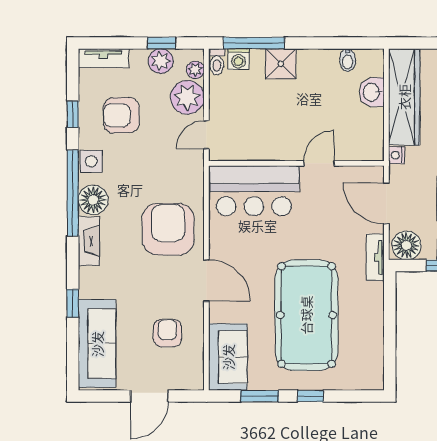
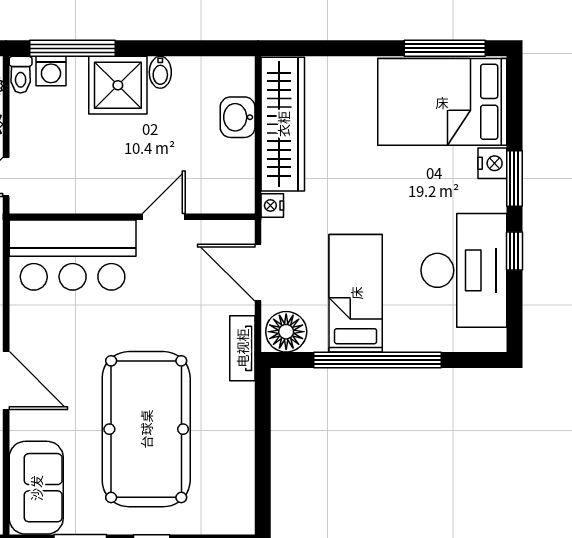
bidet: (348, 60) -> (160, 72), moved
shower: (281, 64) -> (118, 85), width x1.36, depth x1.36

